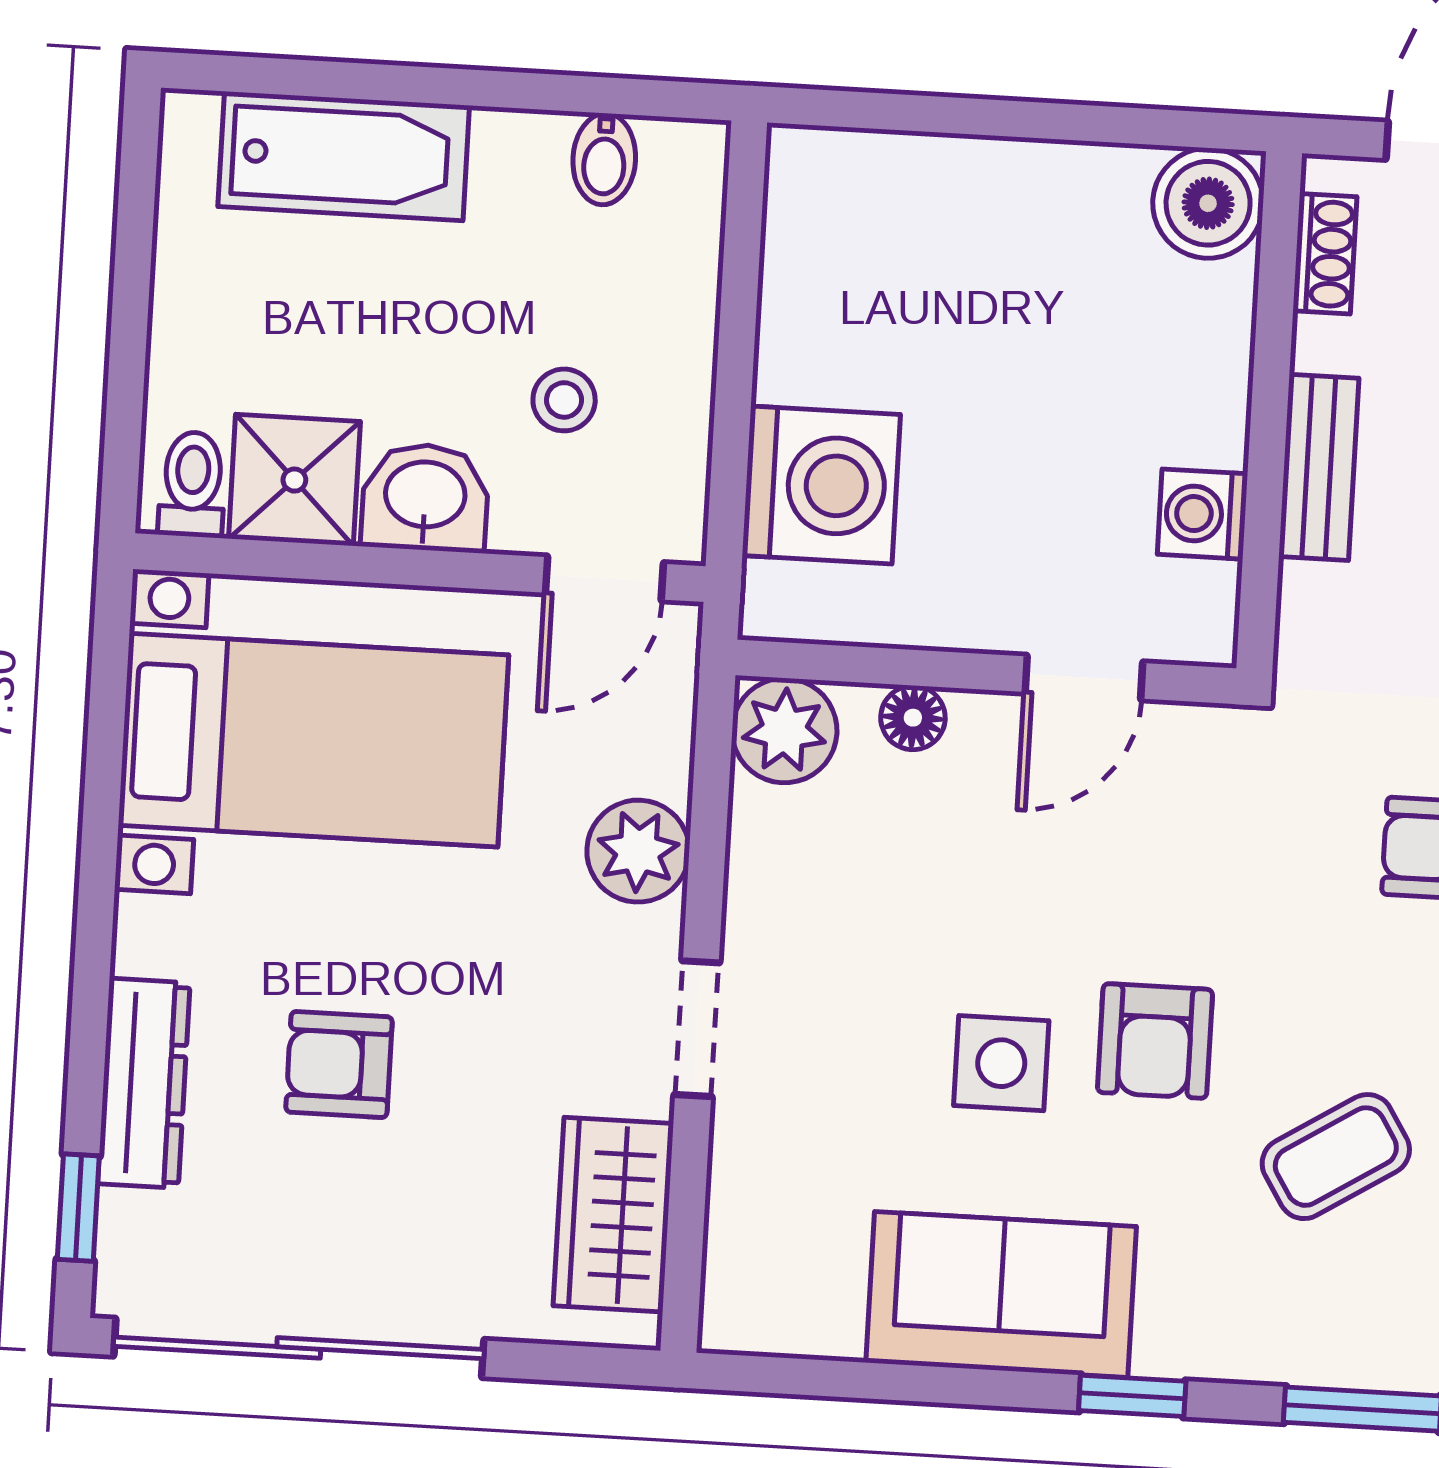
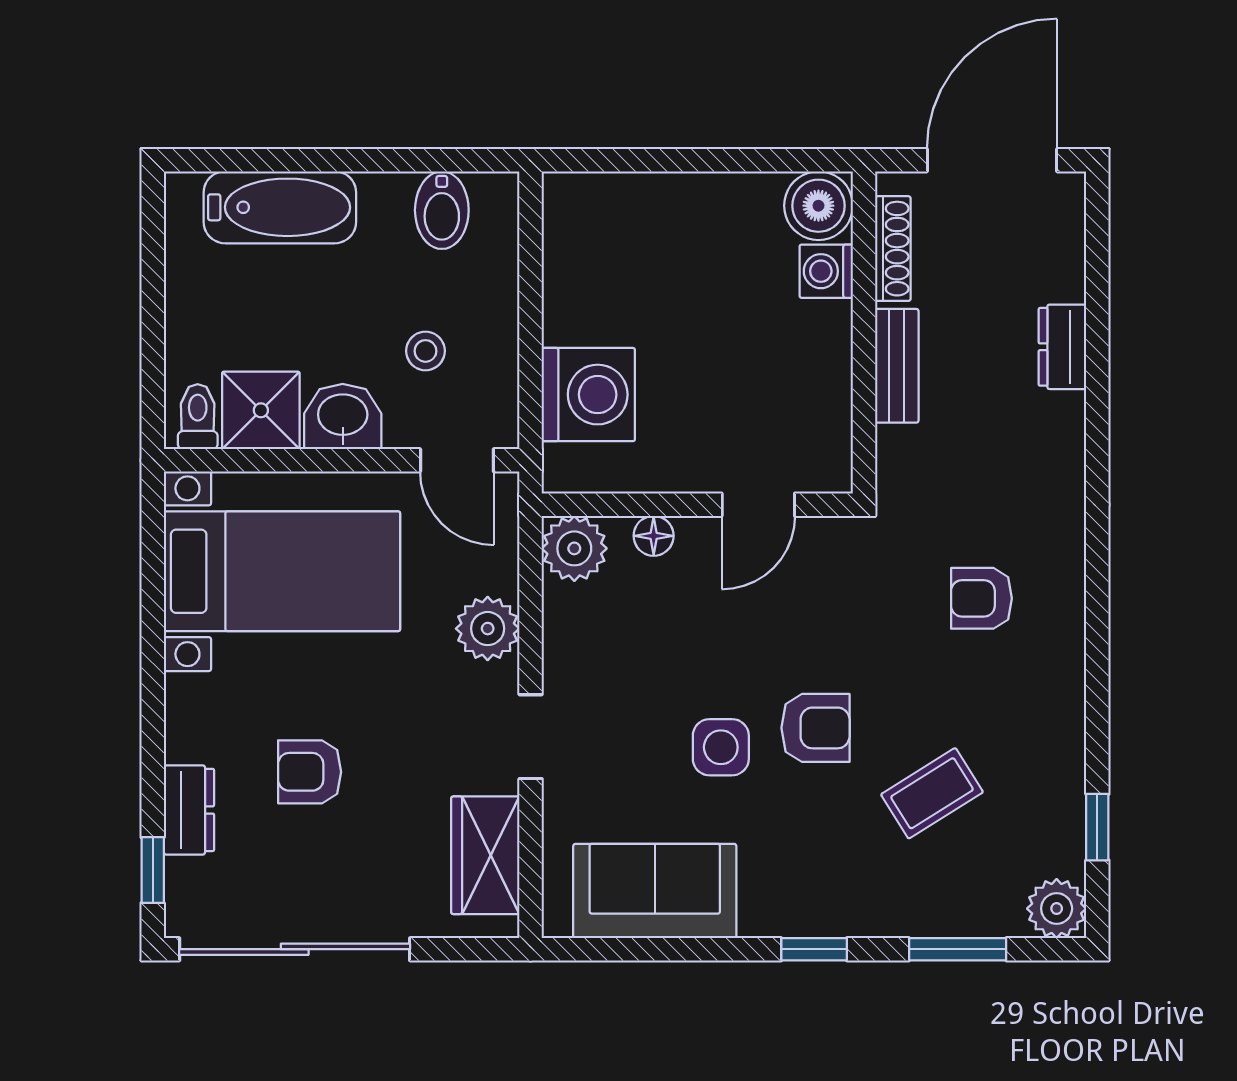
bidet: (604, 159) -> (442, 210), width x1.38, depth x1.36
shoe rack: (1325, 254) -> (893, 249), width x1.43
washing machine: (1203, 514) -> (826, 271), moved
door: (604, 578) -> (457, 460), hinge flipped
armchair: (1155, 1041) -> (815, 728), turned -90
dresser: (144, 1083) -> (189, 810), width x0.70
sofa: (1001, 1295) -> (655, 891), moved

